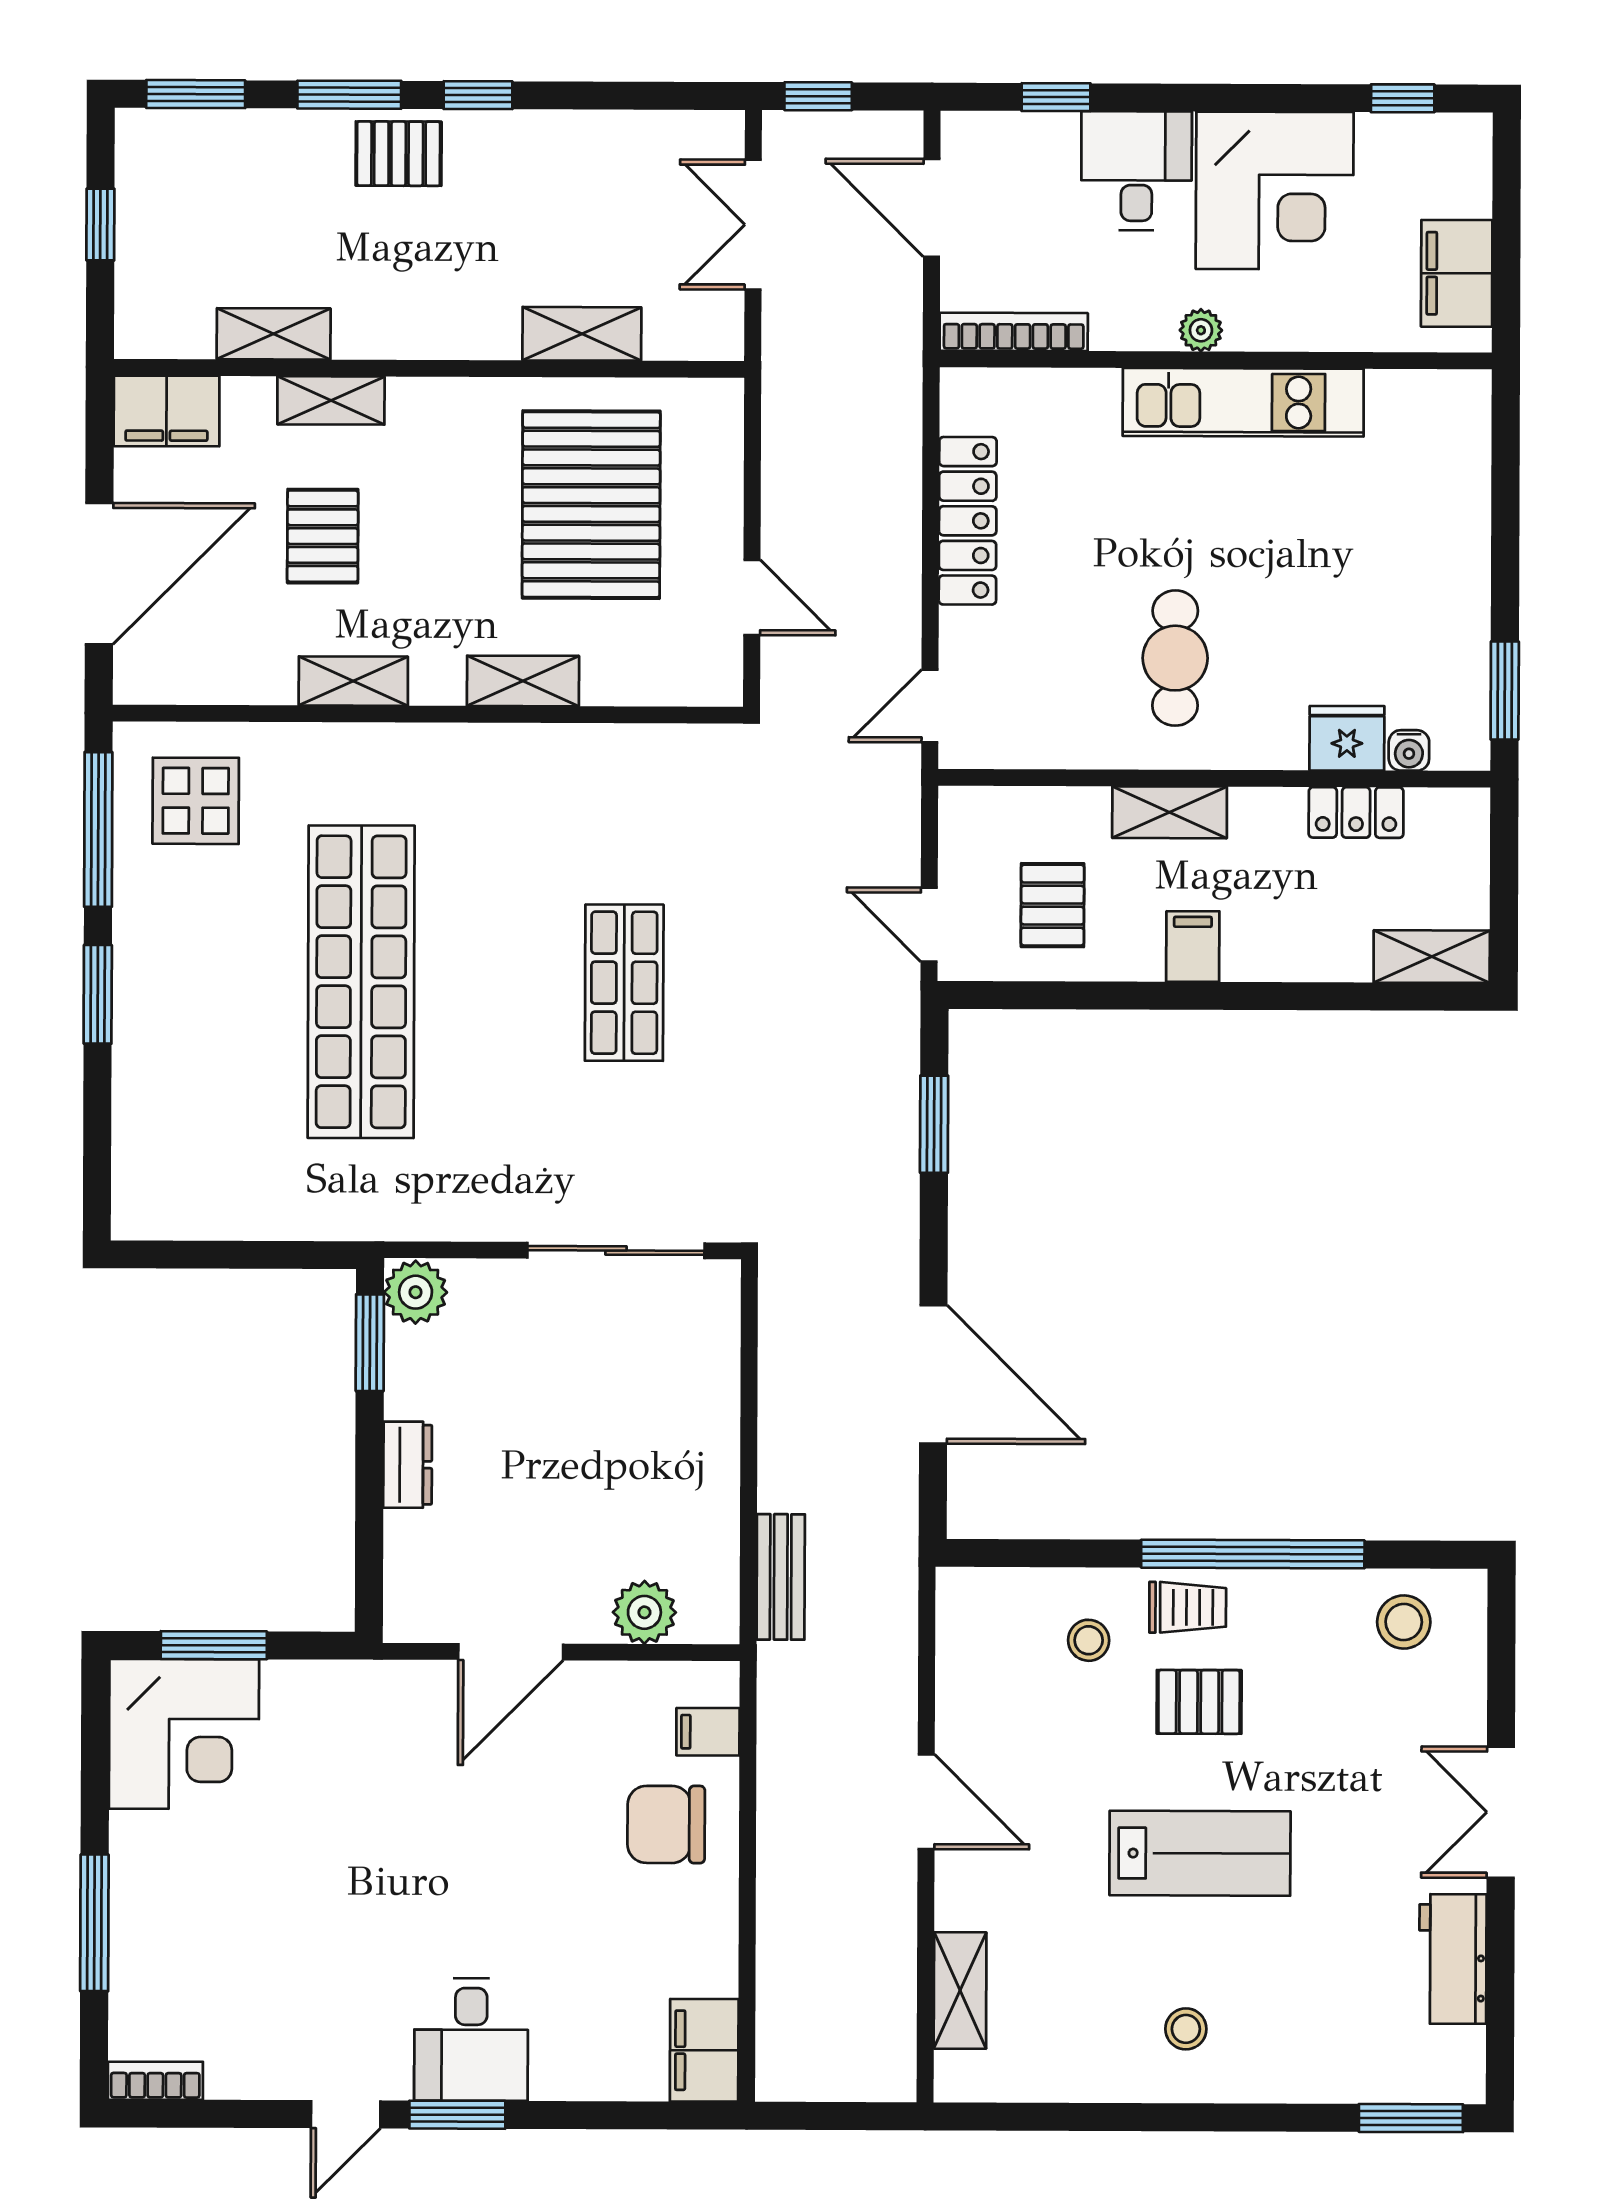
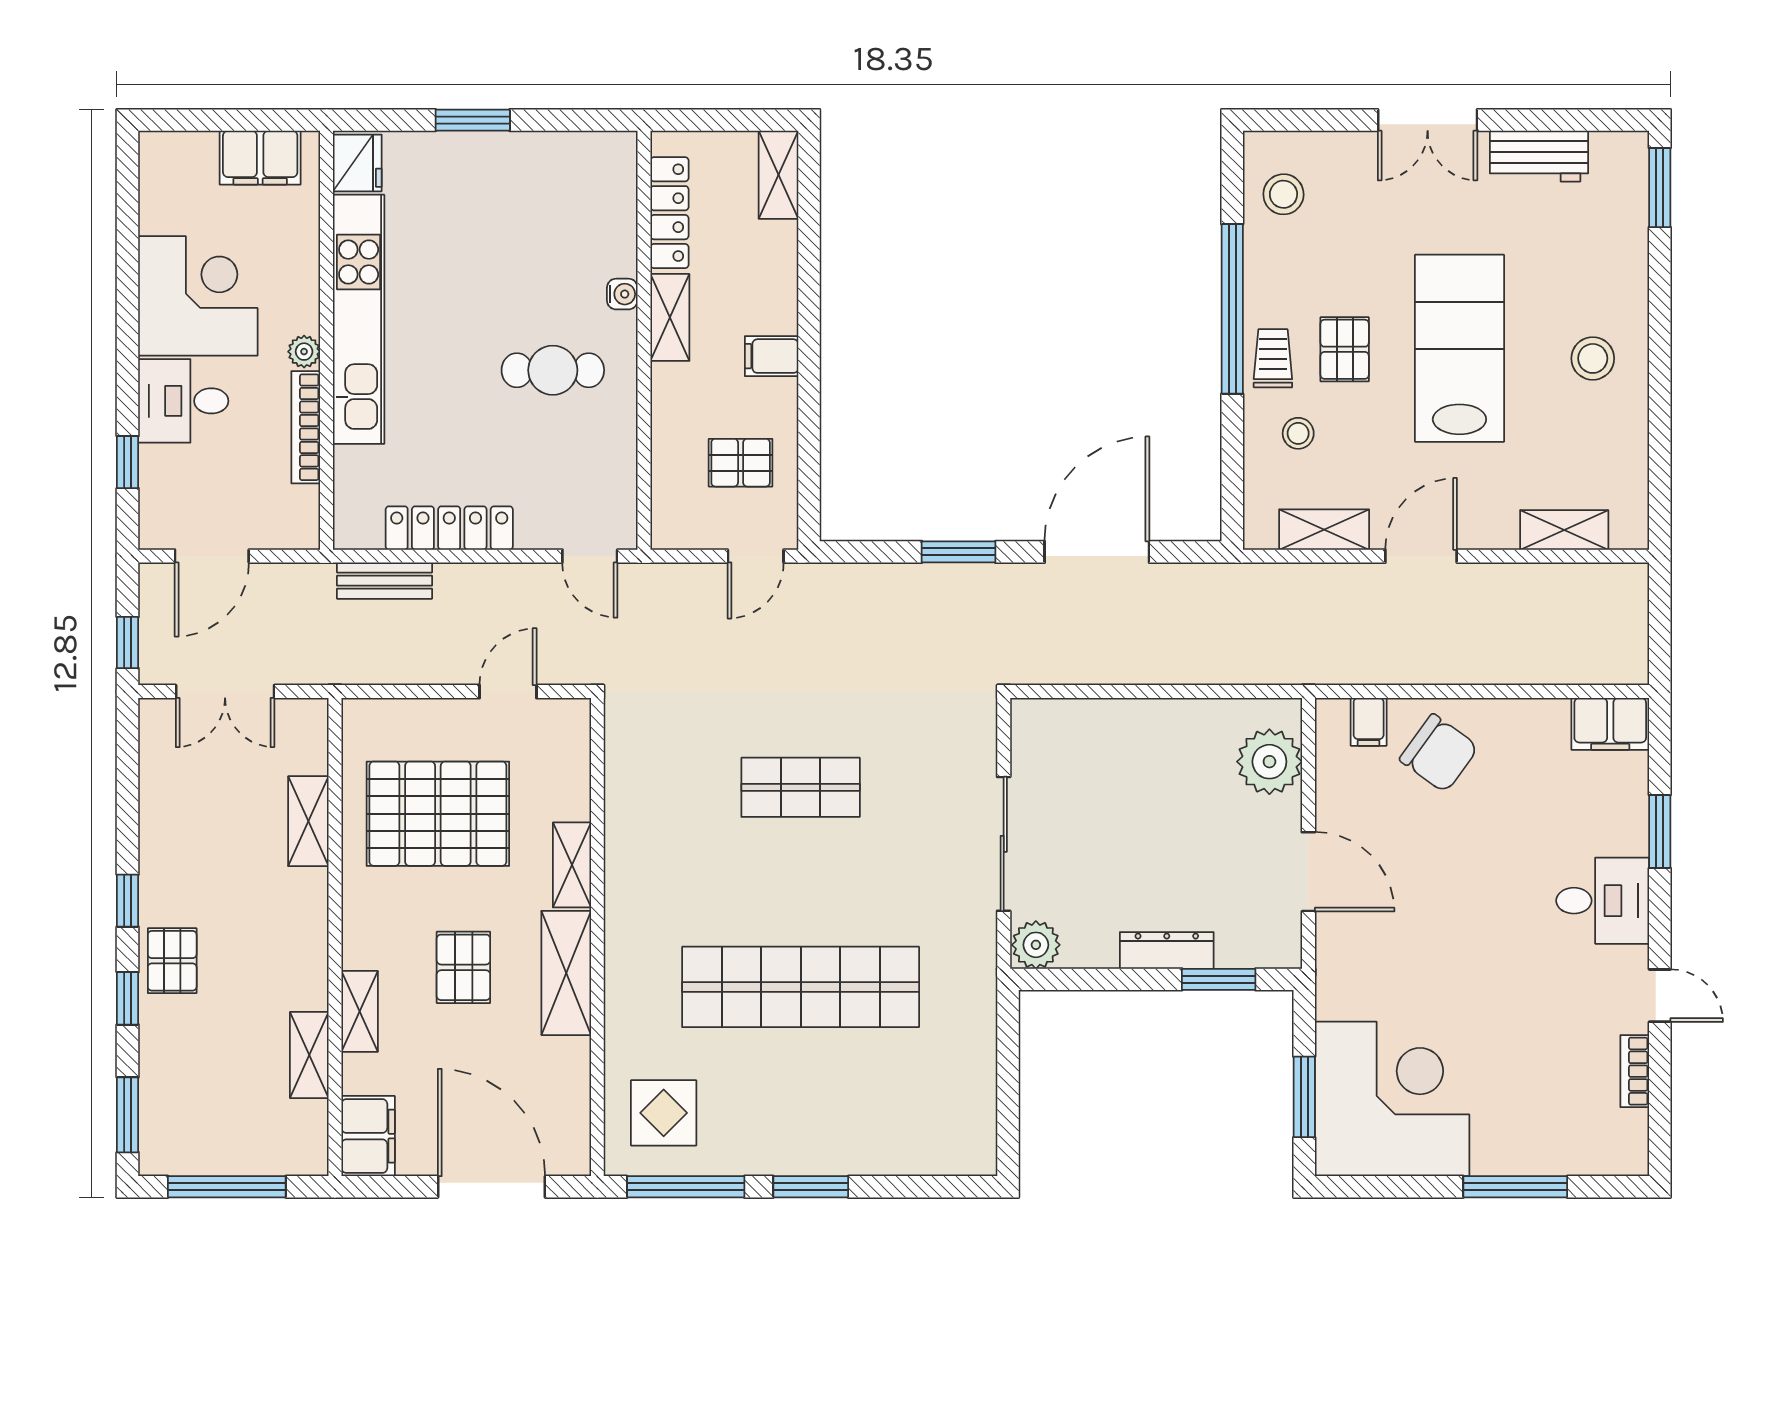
window: (349, 95) -> (128, 998), width x0.67
window: (1403, 98) -> (128, 199), removed
window: (100, 225) -> (227, 1187), width x2.17
bookcase: (1014, 332) -> (306, 427), moved
kitchen unit: (1243, 402) -> (359, 319), width x1.36
pallet: (323, 536) -> (463, 967), moved, turned 90
shelving: (353, 681) -> (566, 973), width x1.50, depth x1.33
window: (1505, 690) -> (473, 120), moved
fridge: (1347, 738) -> (357, 163), moved, turned 180
water cooler: (1409, 750) -> (622, 294), moved
shelving: (1170, 812) -> (670, 317), moved
locker: (1356, 812) -> (669, 213), width x1.53
window: (934, 1124) -> (959, 552), moved
sliding door: (616, 1250) -> (1004, 844), moved
window: (370, 1343) -> (1219, 979), moved
dresser: (408, 1465) -> (1167, 950), width x1.44
bench: (781, 1577) -> (385, 581), moved
plant: (644, 1612) -> (1269, 762), width x1.36, depth x1.36
shelving: (962, 1674) -> (1324, 530), added
corner desk: (184, 1734) -> (1392, 1099), width x1.36, depth x1.36
chair: (666, 1824) -> (1439, 753), turned -54
lab bench: (1200, 1853) -> (1459, 348), width x1.36, depth x1.39
stool: (1186, 2029) -> (1593, 358), width x1.37, depth x1.37
bookcase: (155, 2081) -> (1635, 1071), moved
window: (457, 2115) -> (1660, 831), moved

